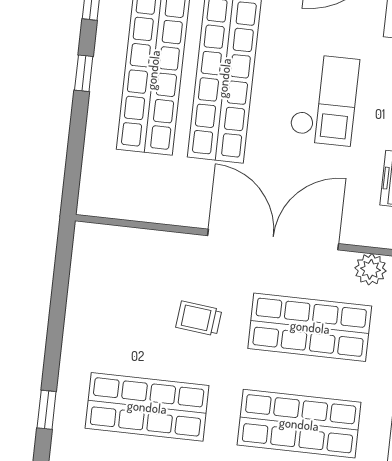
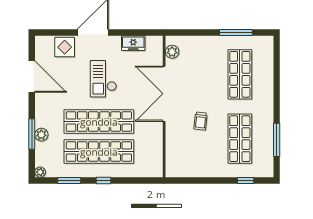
checkout: (324, 100) -> (103, 79), turned -90
shop shelf: (310, 327) -> (199, 74), removed

